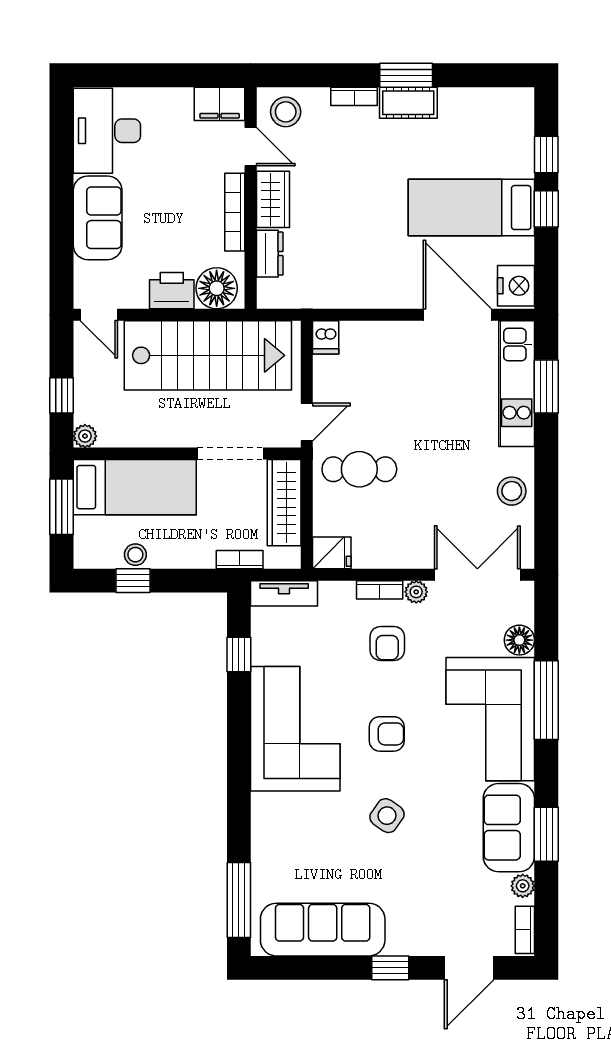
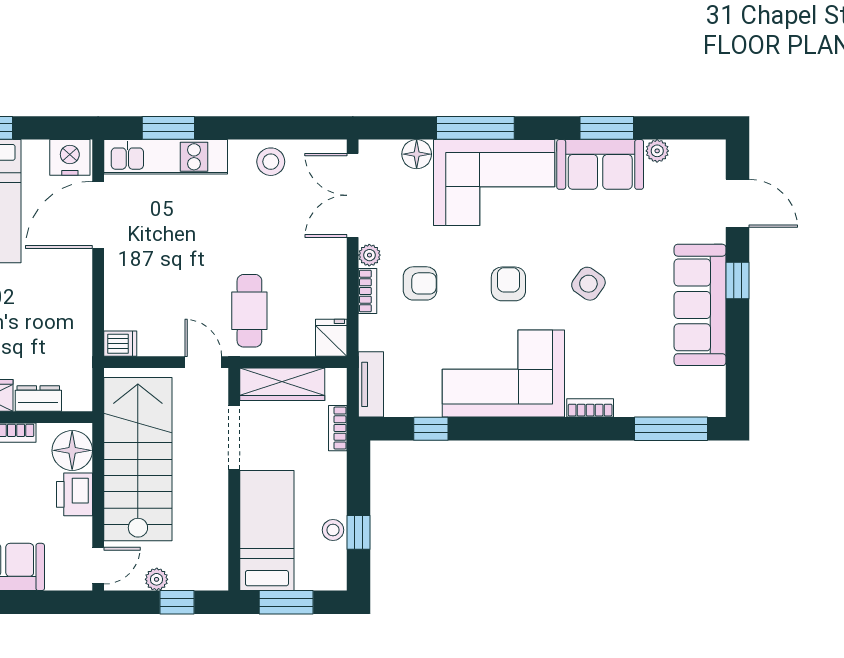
plant: (85, 436) -> (157, 579), moved
sofa: (323, 930) -> (700, 305), moved
bookcase: (525, 930) -> (590, 408), moved, turned 180

